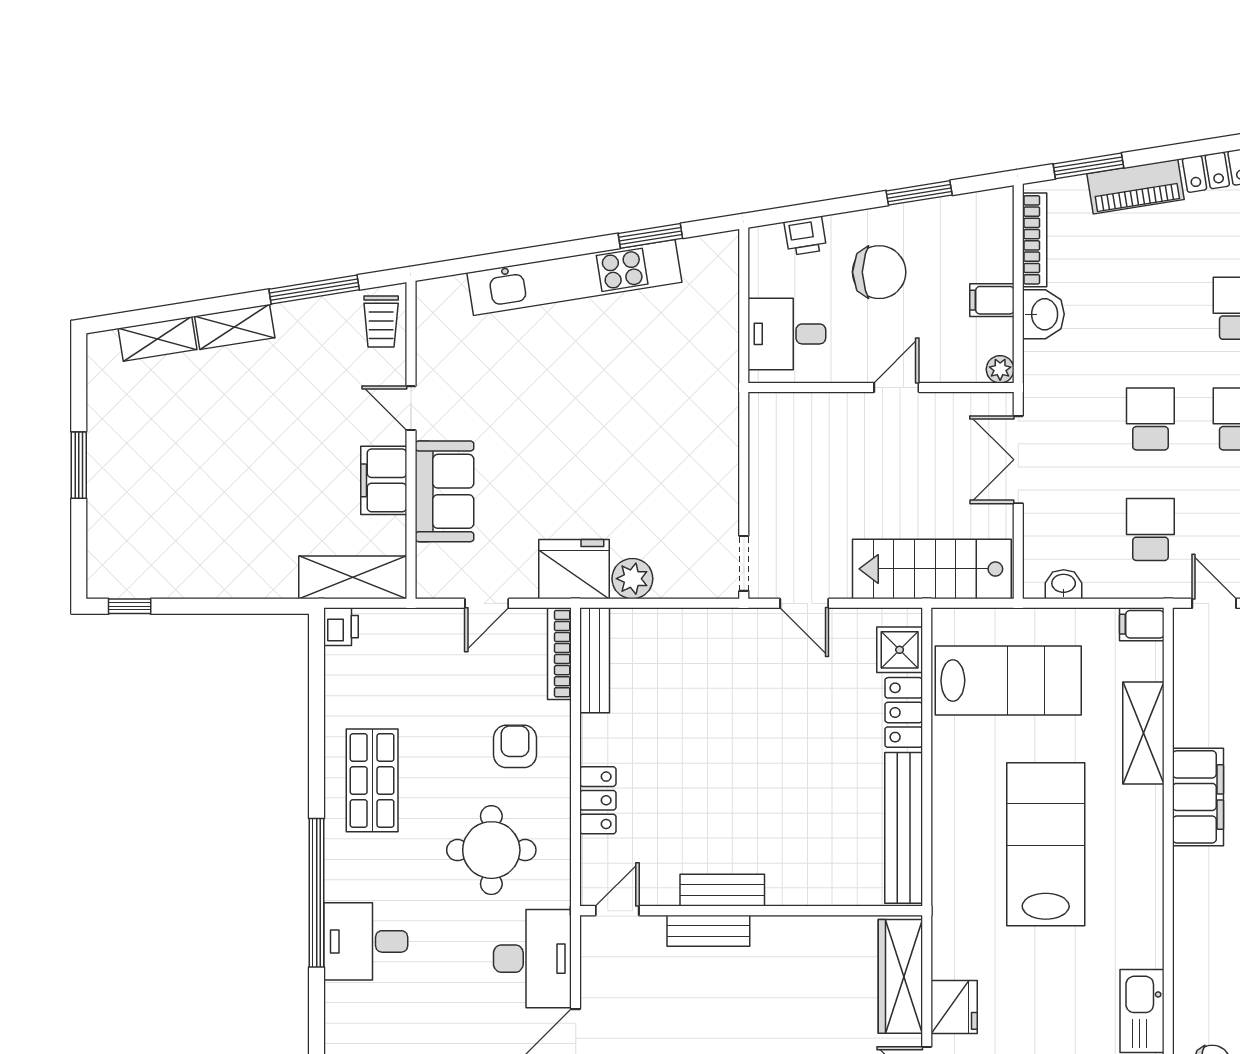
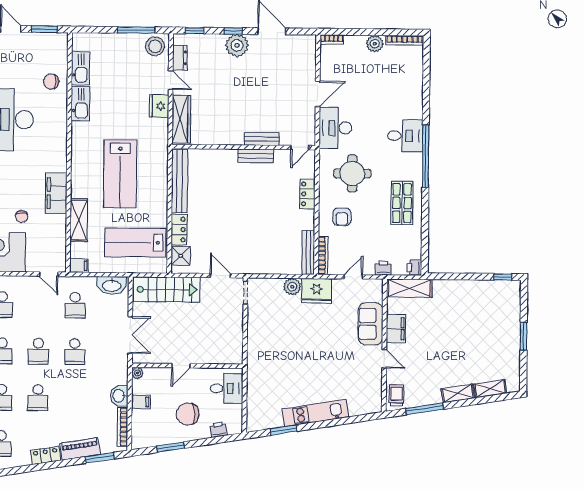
kitchen unit: (574, 277) -> (315, 413), width x0.73
washbasin: (1064, 584) -> (112, 285), width x1.91, depth x1.45
printer: (415, 625) -> (383, 268), added

